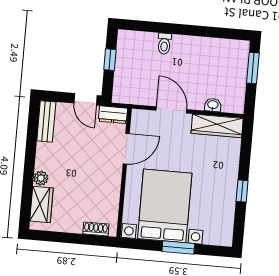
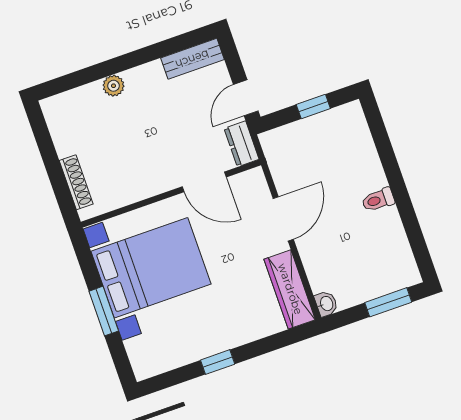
toilet: (164, 44) -> (378, 200), moved
washbasin: (213, 105) -> (326, 304), moved
wardrobe: (41, 205) -> (79, 102), removed
shoe rack: (96, 229) -> (76, 182), width x1.43

